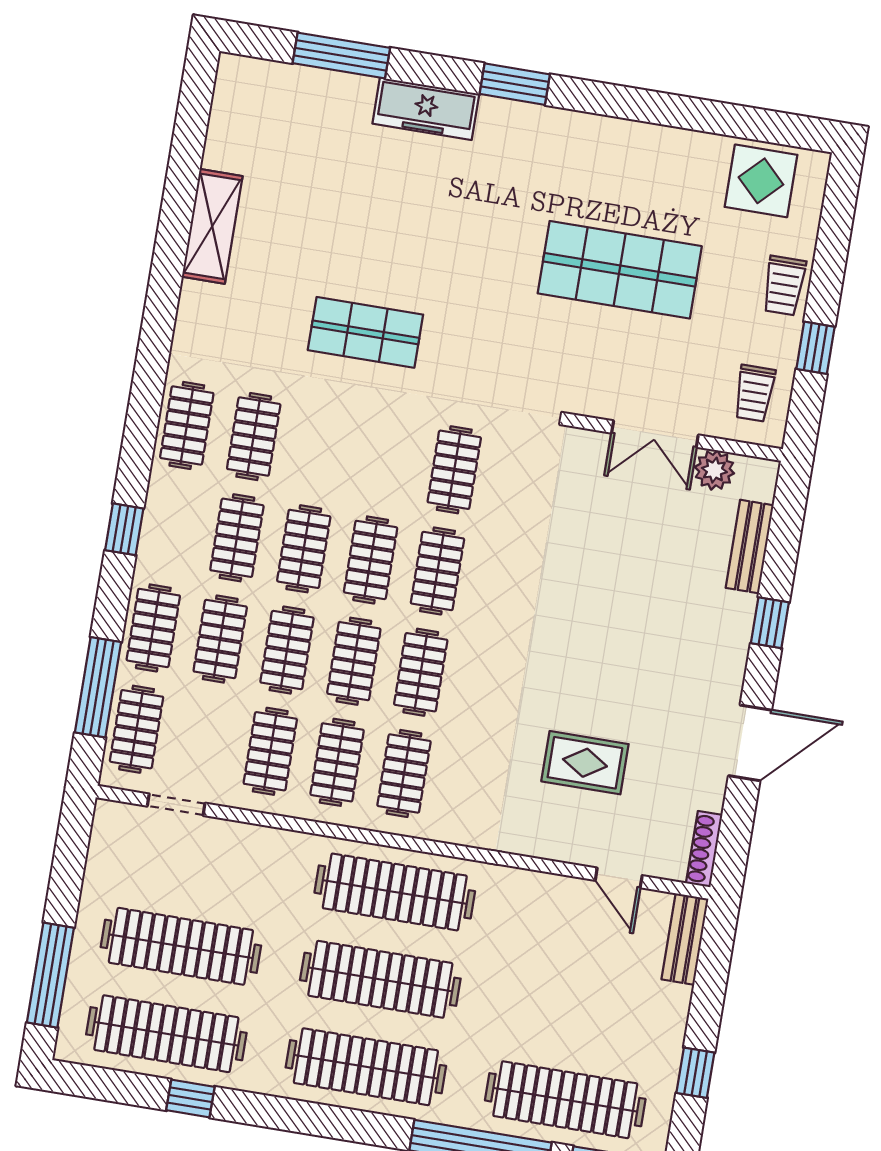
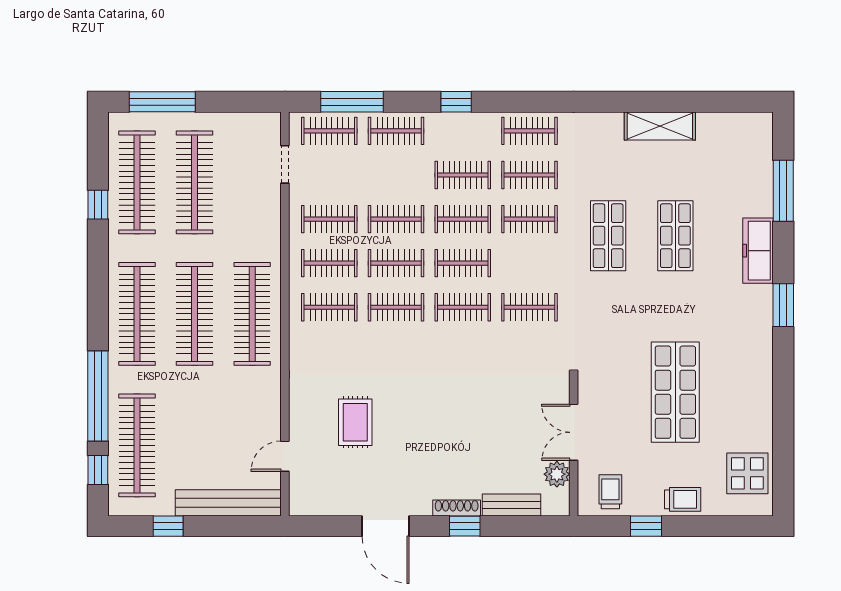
shop shelf: (382, 230) -> (675, 236), added
trolley: (784, 286) -> (683, 499), turned 180
trolley: (754, 393) -> (610, 492), turned 90
clothes rail: (220, 639) -> (529, 219), moved
shoe rack: (704, 849) -> (457, 508), moved
bench: (685, 939) -> (228, 503), width x1.86, depth x1.21

